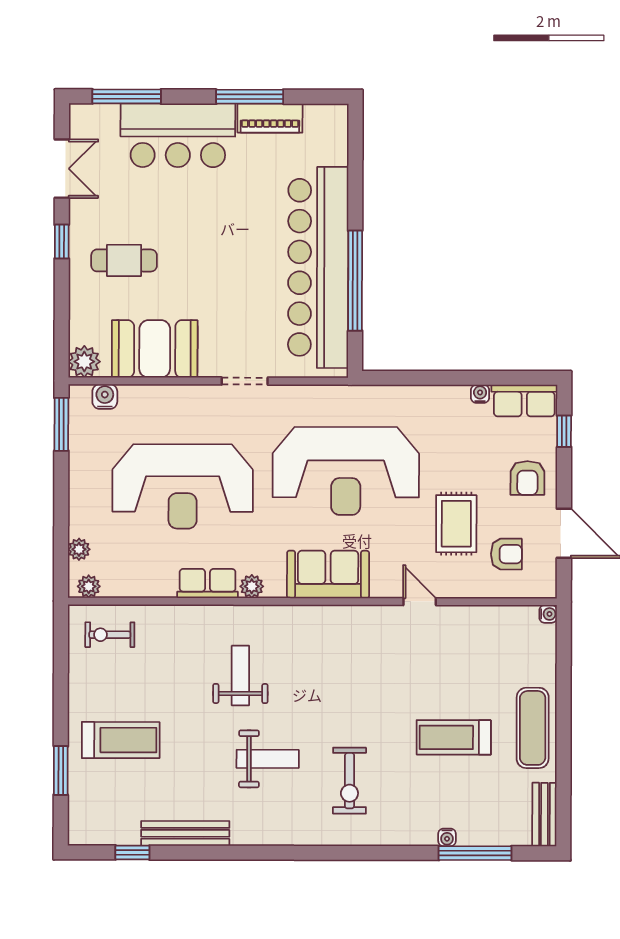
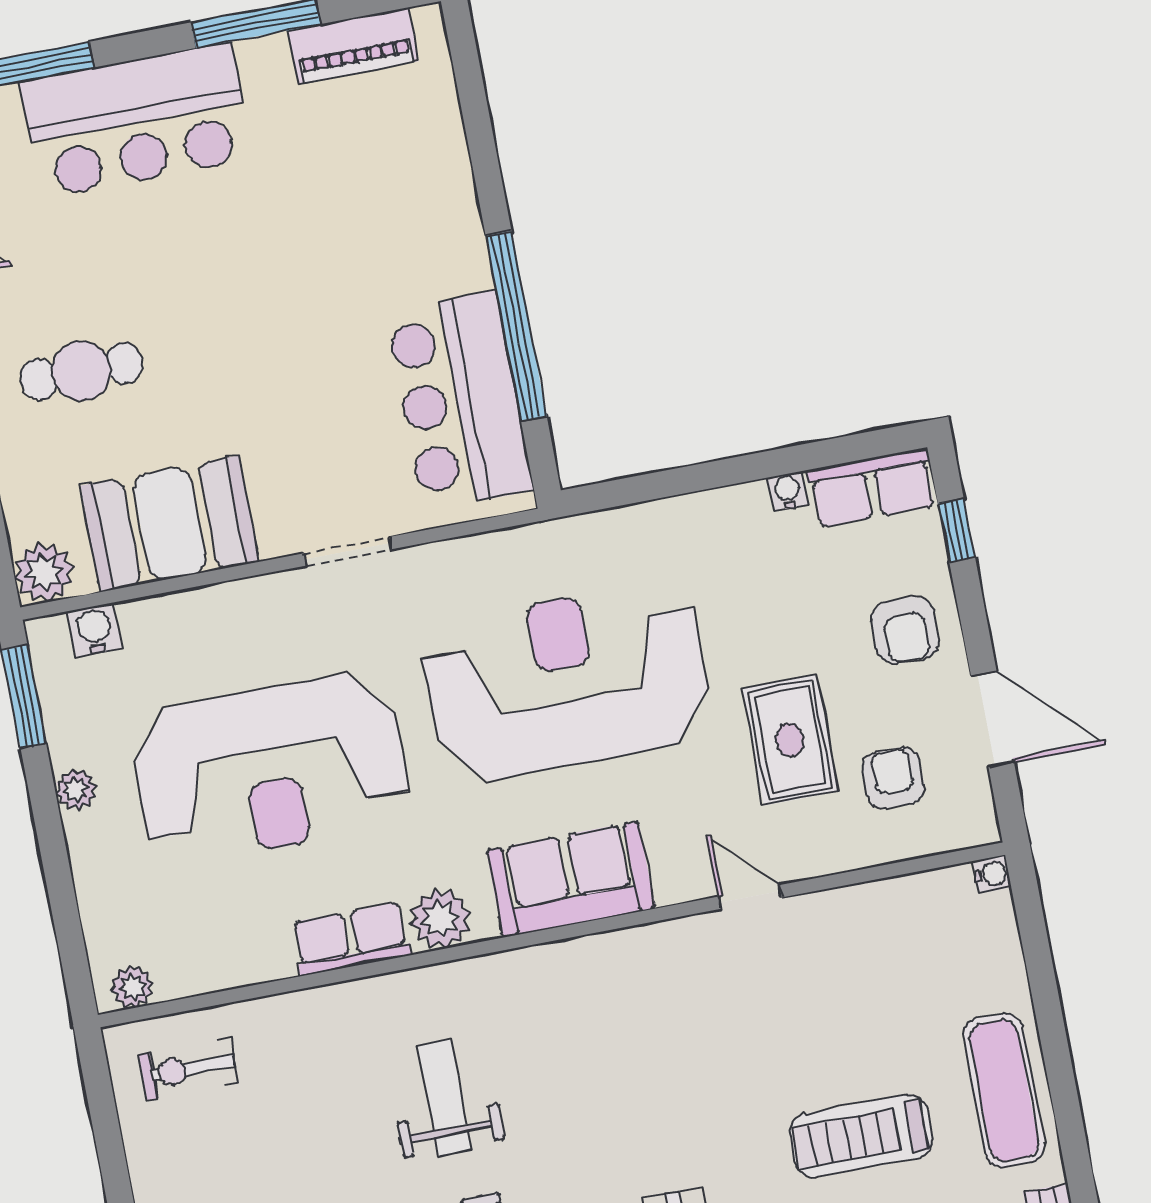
piano: (270, 118) -> (353, 46), moved
bar counter: (318, 267) -> (460, 401), width x0.54
reception desk: (346, 471) -> (567, 682), turned 180
plant: (79, 549) -> (76, 790), moved
armchair: (506, 554) -> (894, 778), turned -90
plant: (252, 586) -> (440, 919), width x1.38, depth x1.38

